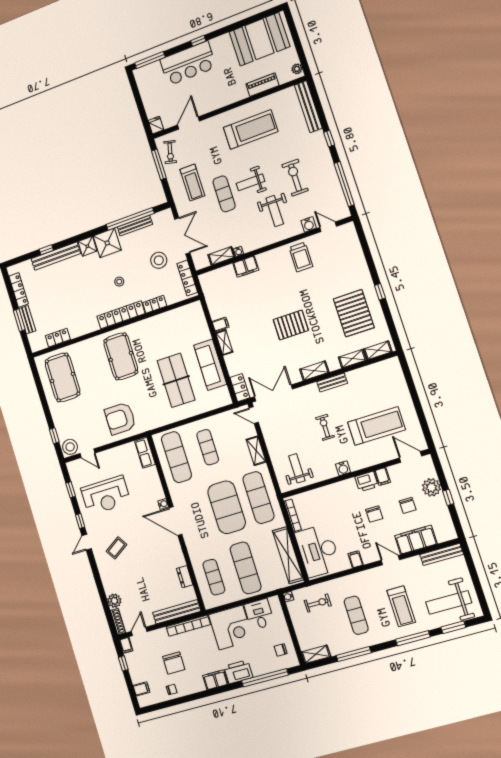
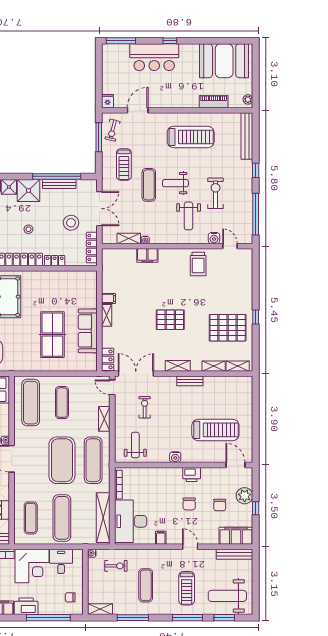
pallet: (354, 313) -> (228, 328), turned 90
exercise bike: (325, 427) -> (145, 407), moved
filing cabinet: (382, 476) -> (206, 474), removed
filing cabinet: (416, 540) -> (236, 536), moved

